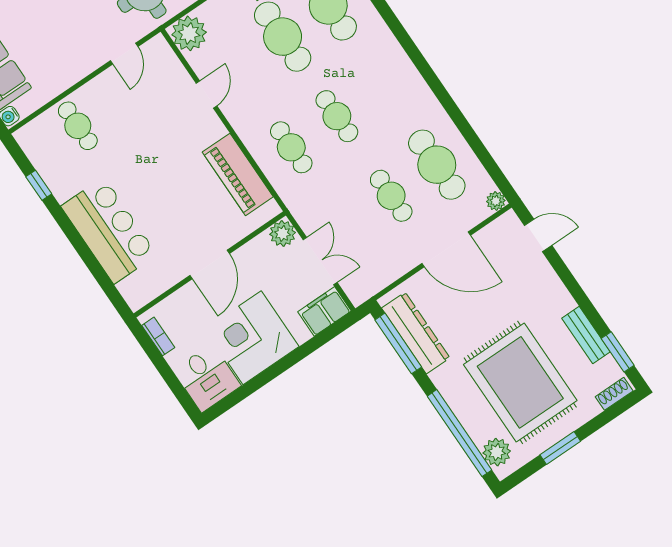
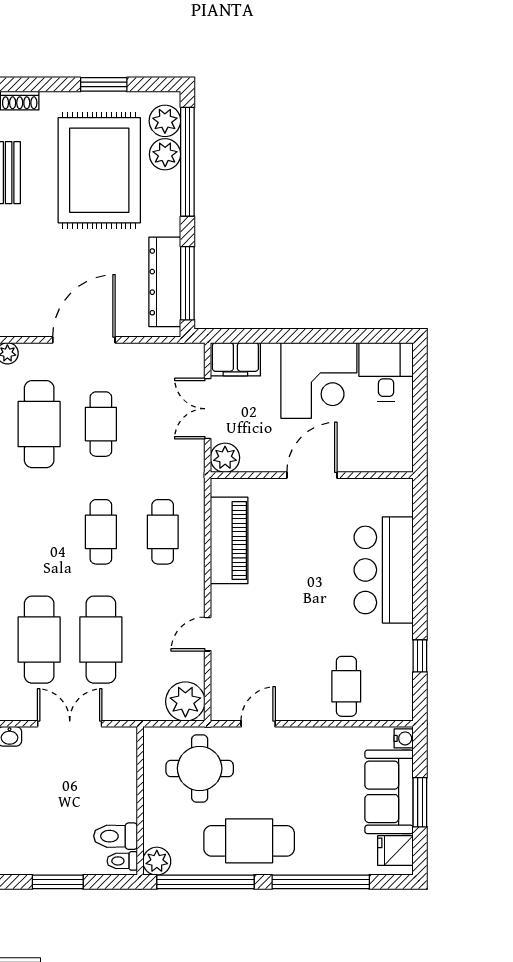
door: (446, 249) -> (84, 340), hinge flipped
bookcase: (158, 336) -> (405, 441), removed
plant: (480, 427) -> (165, 154), added

